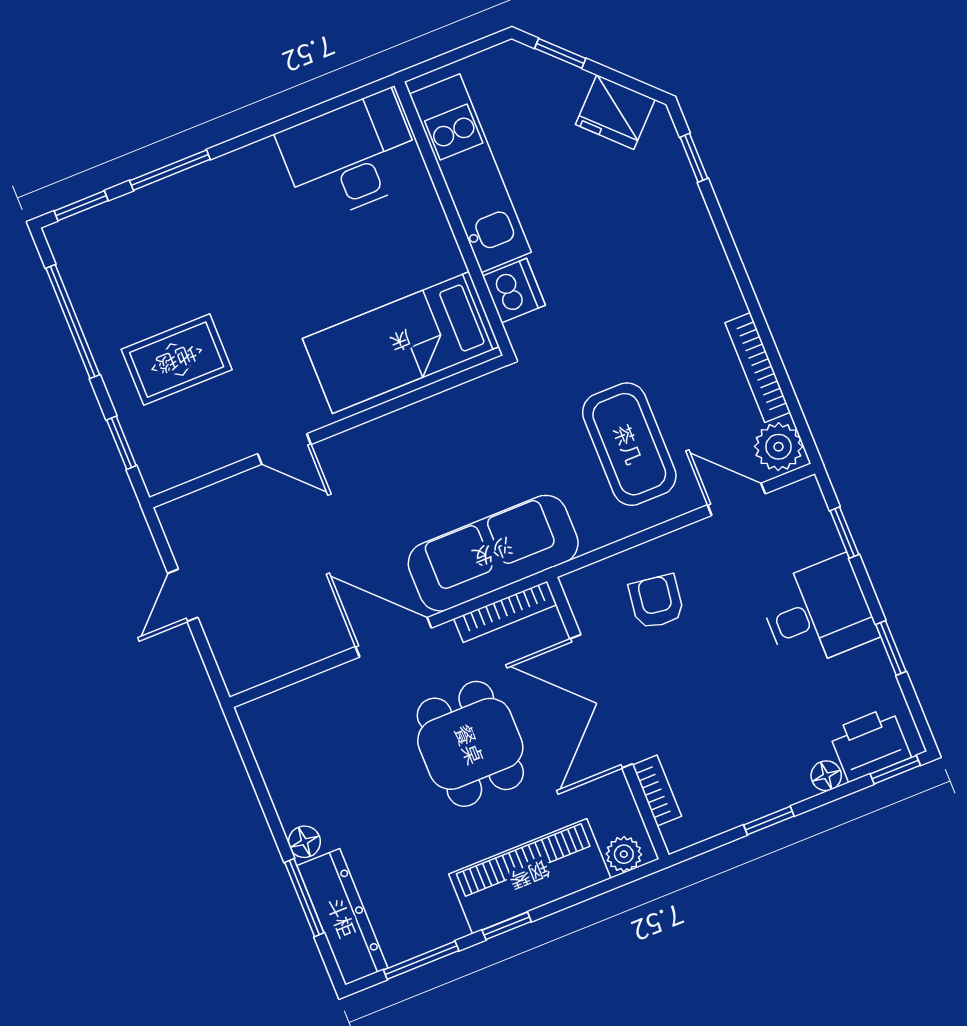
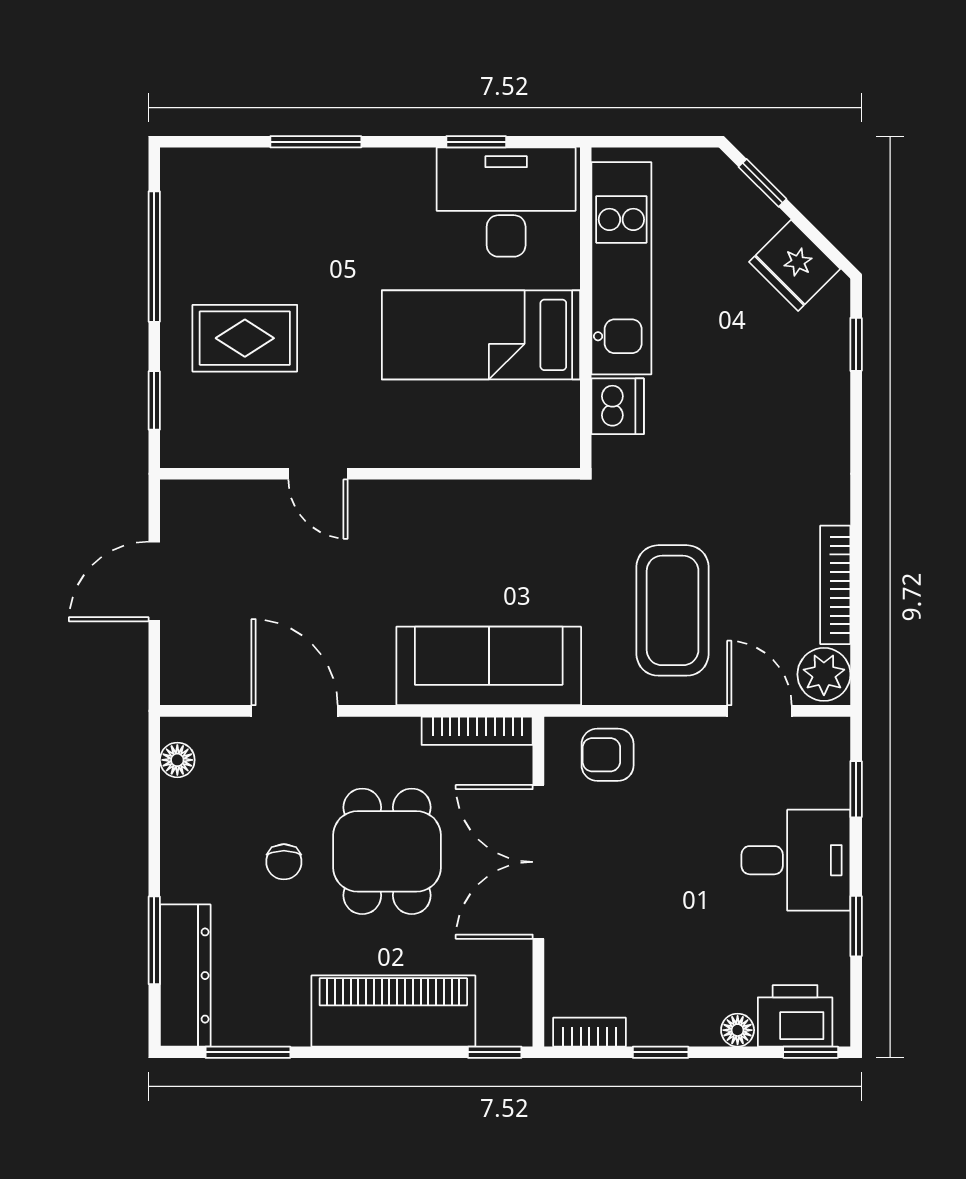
window: (81, 206) -> (476, 142), moved
bed: (401, 342) -> (481, 335), moved
door: (183, 595) -> (154, 582), width x1.38
armchair: (656, 602) -> (608, 755), moved, turned -98
door: (393, 637) -> (294, 711), moved
chair: (387, 788) -> (284, 862), added
bookcase: (657, 791) -> (589, 1032), moved, turned -90
floor lamp: (304, 842) -> (177, 760), moved
plant: (624, 854) -> (499, 1027), removed
window: (507, 926) -> (495, 1052), moved

